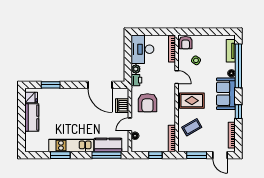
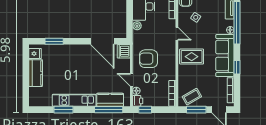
printer: (136, 80) -> (138, 101), moved
sofa: (226, 94) -> (225, 56), width x1.36
armchair: (147, 103) -> (148, 59), turned 90
dishwasher: (122, 106) -> (124, 51), moved
door: (130, 124) -> (131, 80), hinge flipped
coffee table: (192, 127) -> (192, 97), moved
window: (155, 155) -> (145, 110), moved

